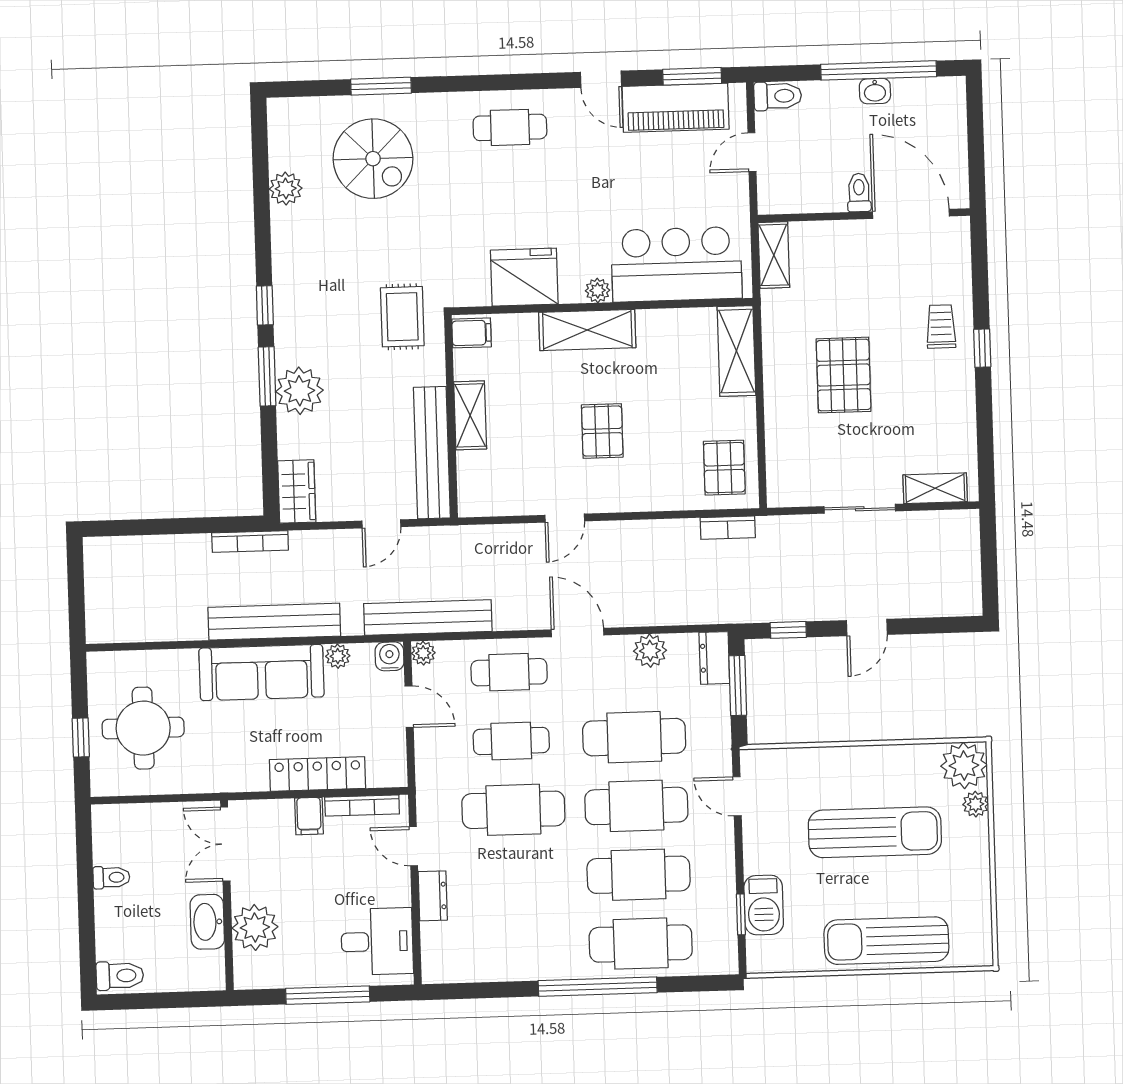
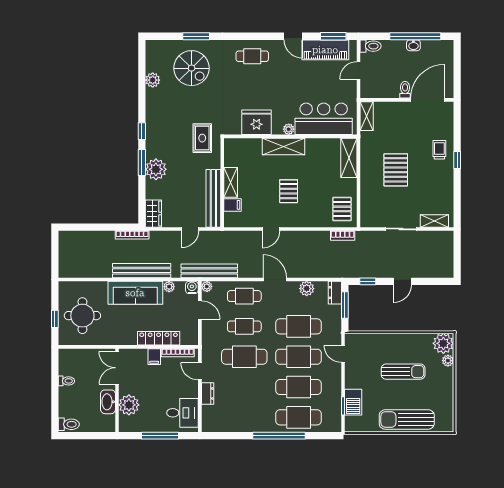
door: (911, 214) -> (428, 100), hinge flipped
filing cabinet: (472, 333) -> (232, 205), moved
sun lounger: (875, 832) -> (403, 372), width x0.73, depth x0.75

